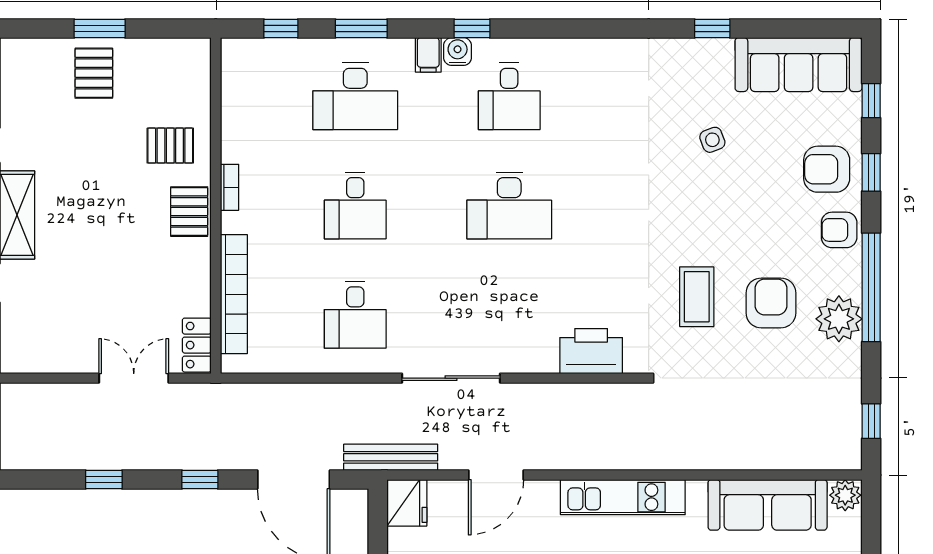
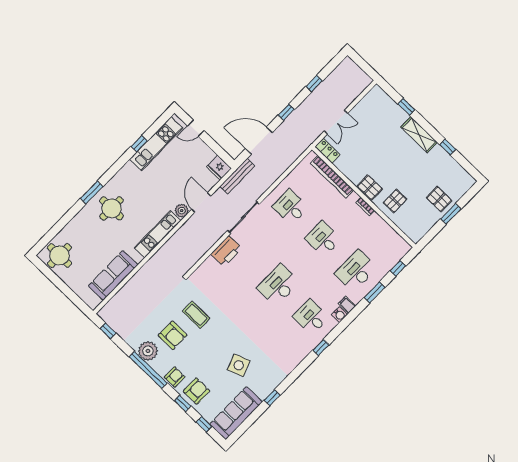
window: (472, 28) -> (321, 347), moved
side table: (712, 140) -> (239, 365), width x1.87, depth x1.87
printer: (591, 351) -> (226, 251), moved
plant: (845, 495) -> (182, 211), moved

